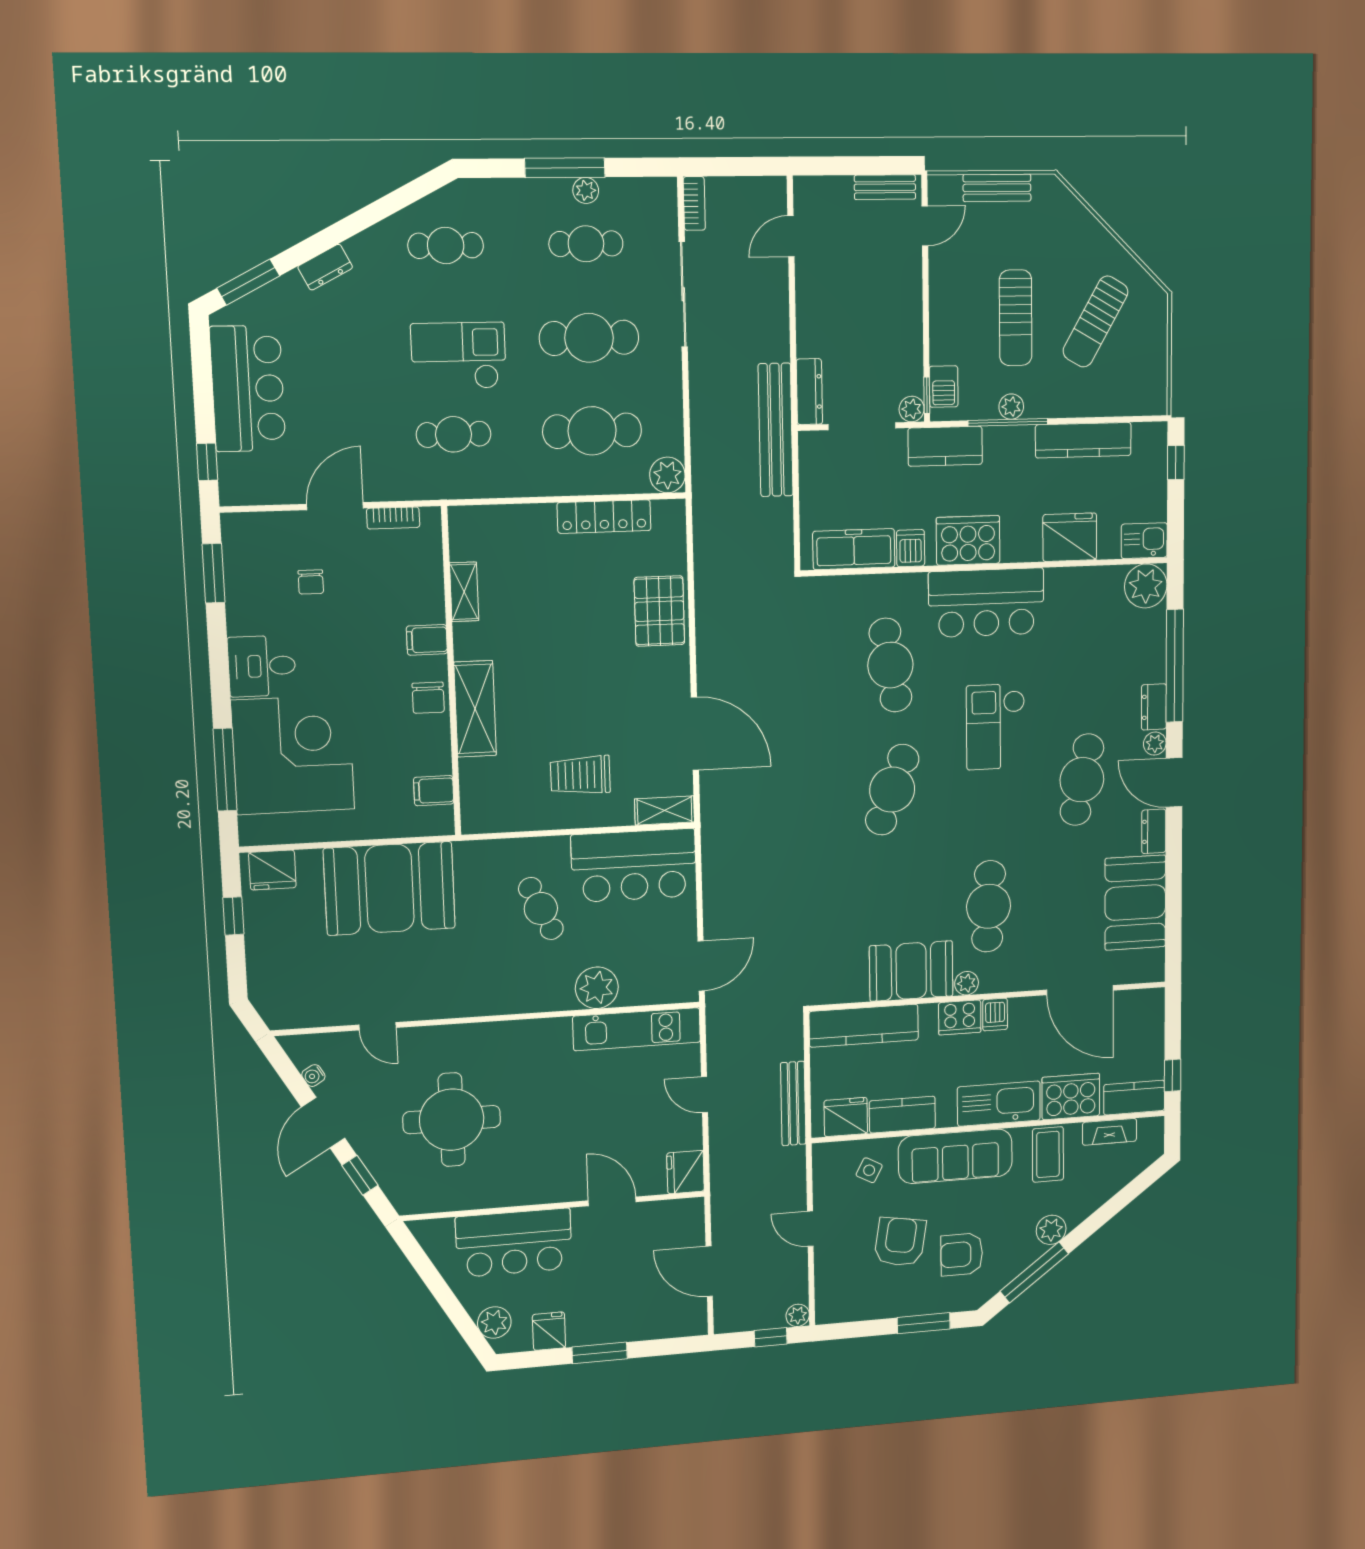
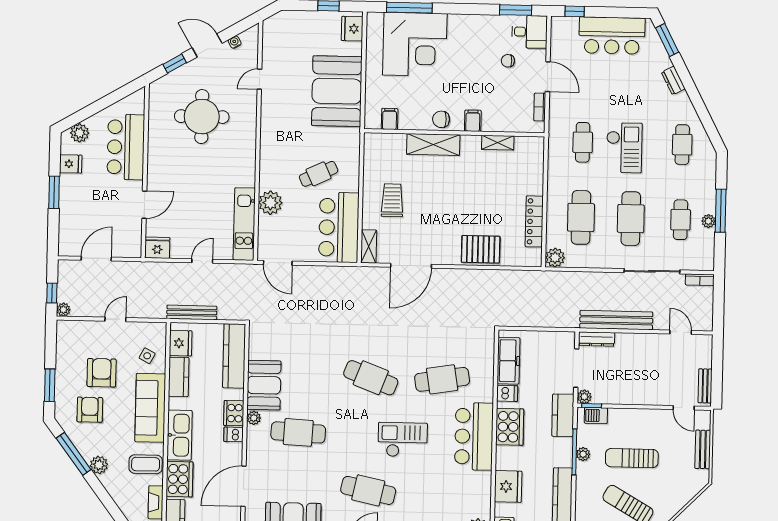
bench: (776, 430) -> (616, 320), moved
desk: (262, 666) -> (529, 32), moved, turned 90
armchair: (900, 1242) -> (102, 373), turned -99

